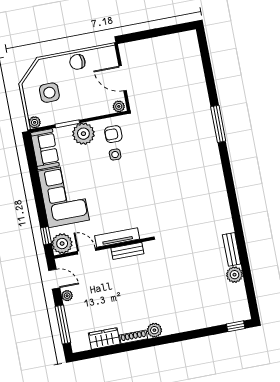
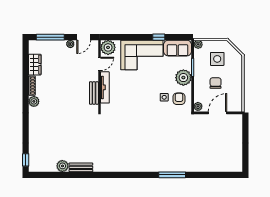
chair: (77, 62) -> (216, 83), moved
window: (46, 236) -> (159, 37), moved

